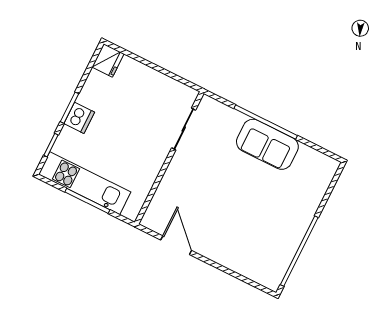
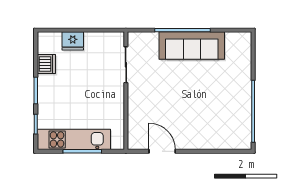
fridge: (108, 60) -> (73, 41), moved, turned 90
dishwasher: (79, 118) -> (46, 64), moved
sofa: (267, 144) -> (192, 46), width x1.36

